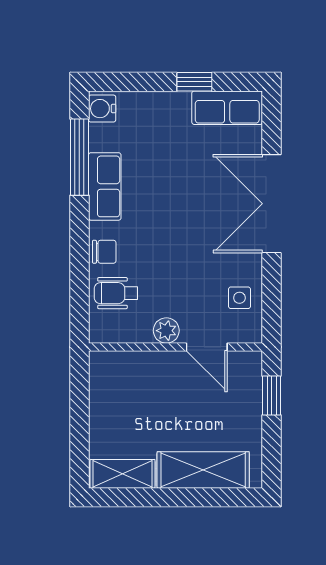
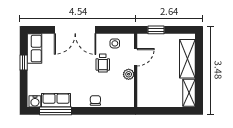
row of seats: (105, 186) -> (56, 100), moved
wheelchair: (116, 293) -> (103, 63), moved

